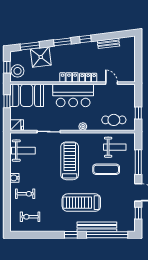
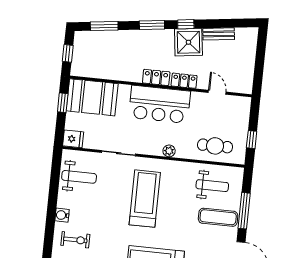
shower: (41, 57) -> (188, 42), moved
stool: (18, 71) -> (83, 60), removed
exercise mat: (106, 169) -> (218, 217), moved

